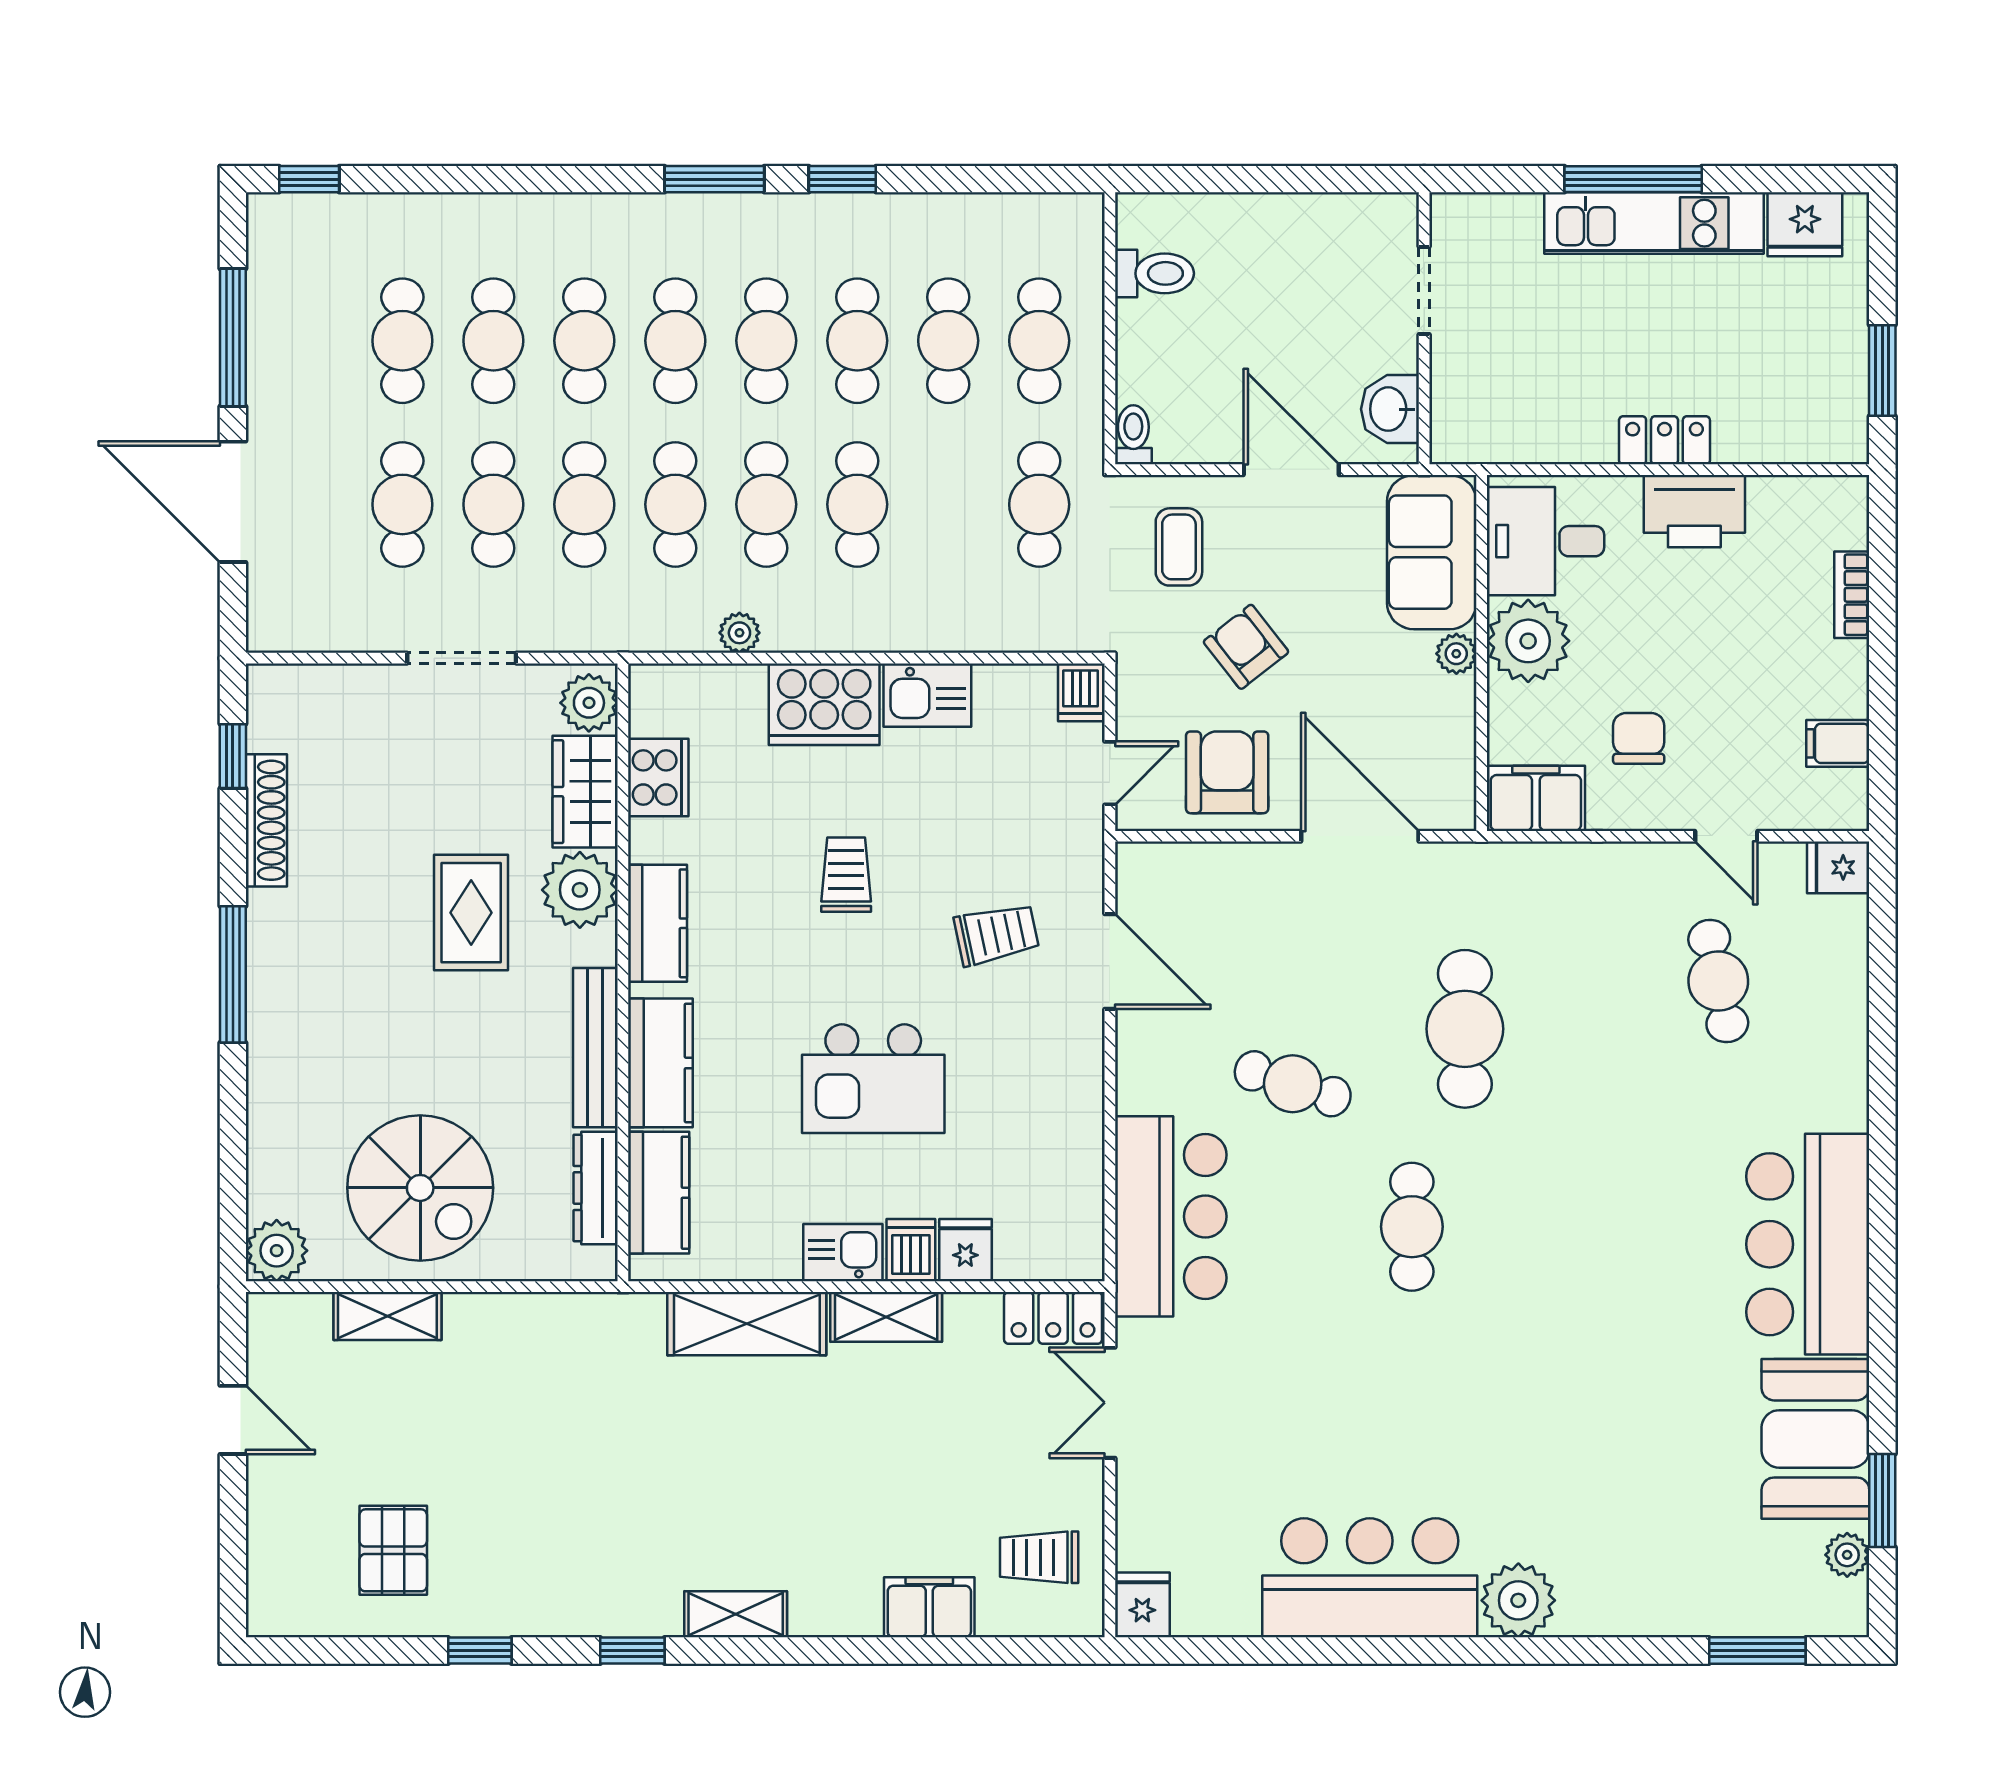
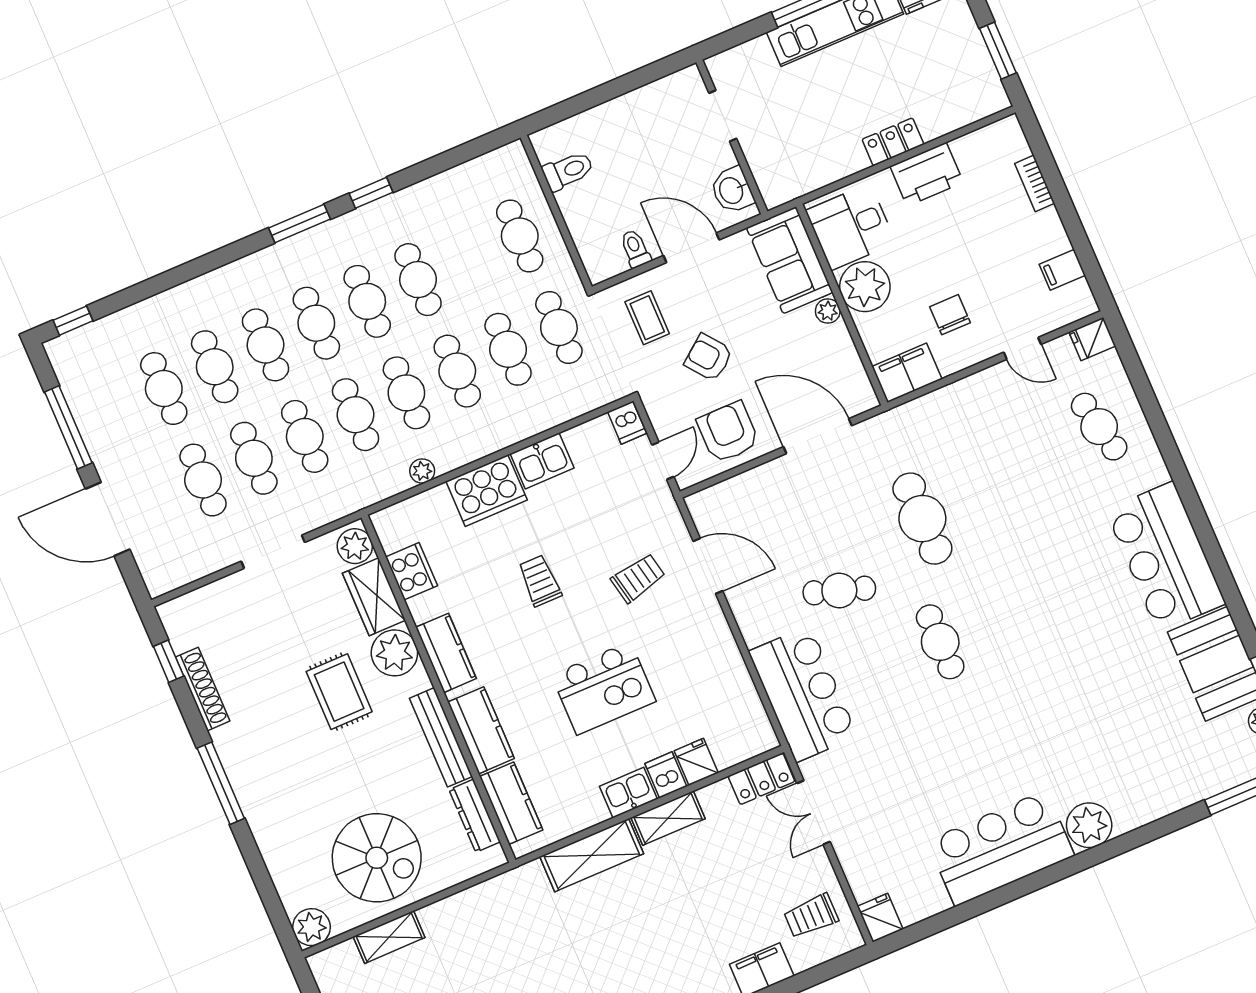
cafe table: (948, 341) -> (508, 349), moved
toilet: (1133, 435) -> (635, 249), moved
cafe table: (1718, 981) -> (1099, 427), moved

